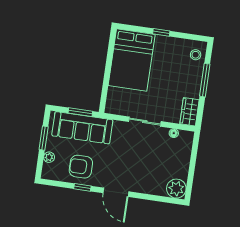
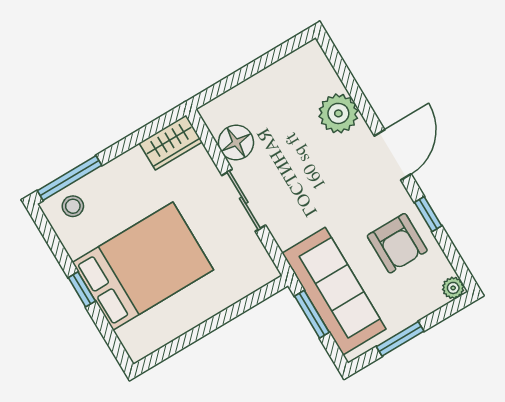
bed: (132, 60) -> (143, 266), moved
window: (205, 80) -> (69, 178), moved
floor lamp: (174, 133) -> (236, 143), width x1.89, depth x1.89
plant: (49, 157) -> (453, 288), moved
plant: (176, 189) -> (338, 113), moved

